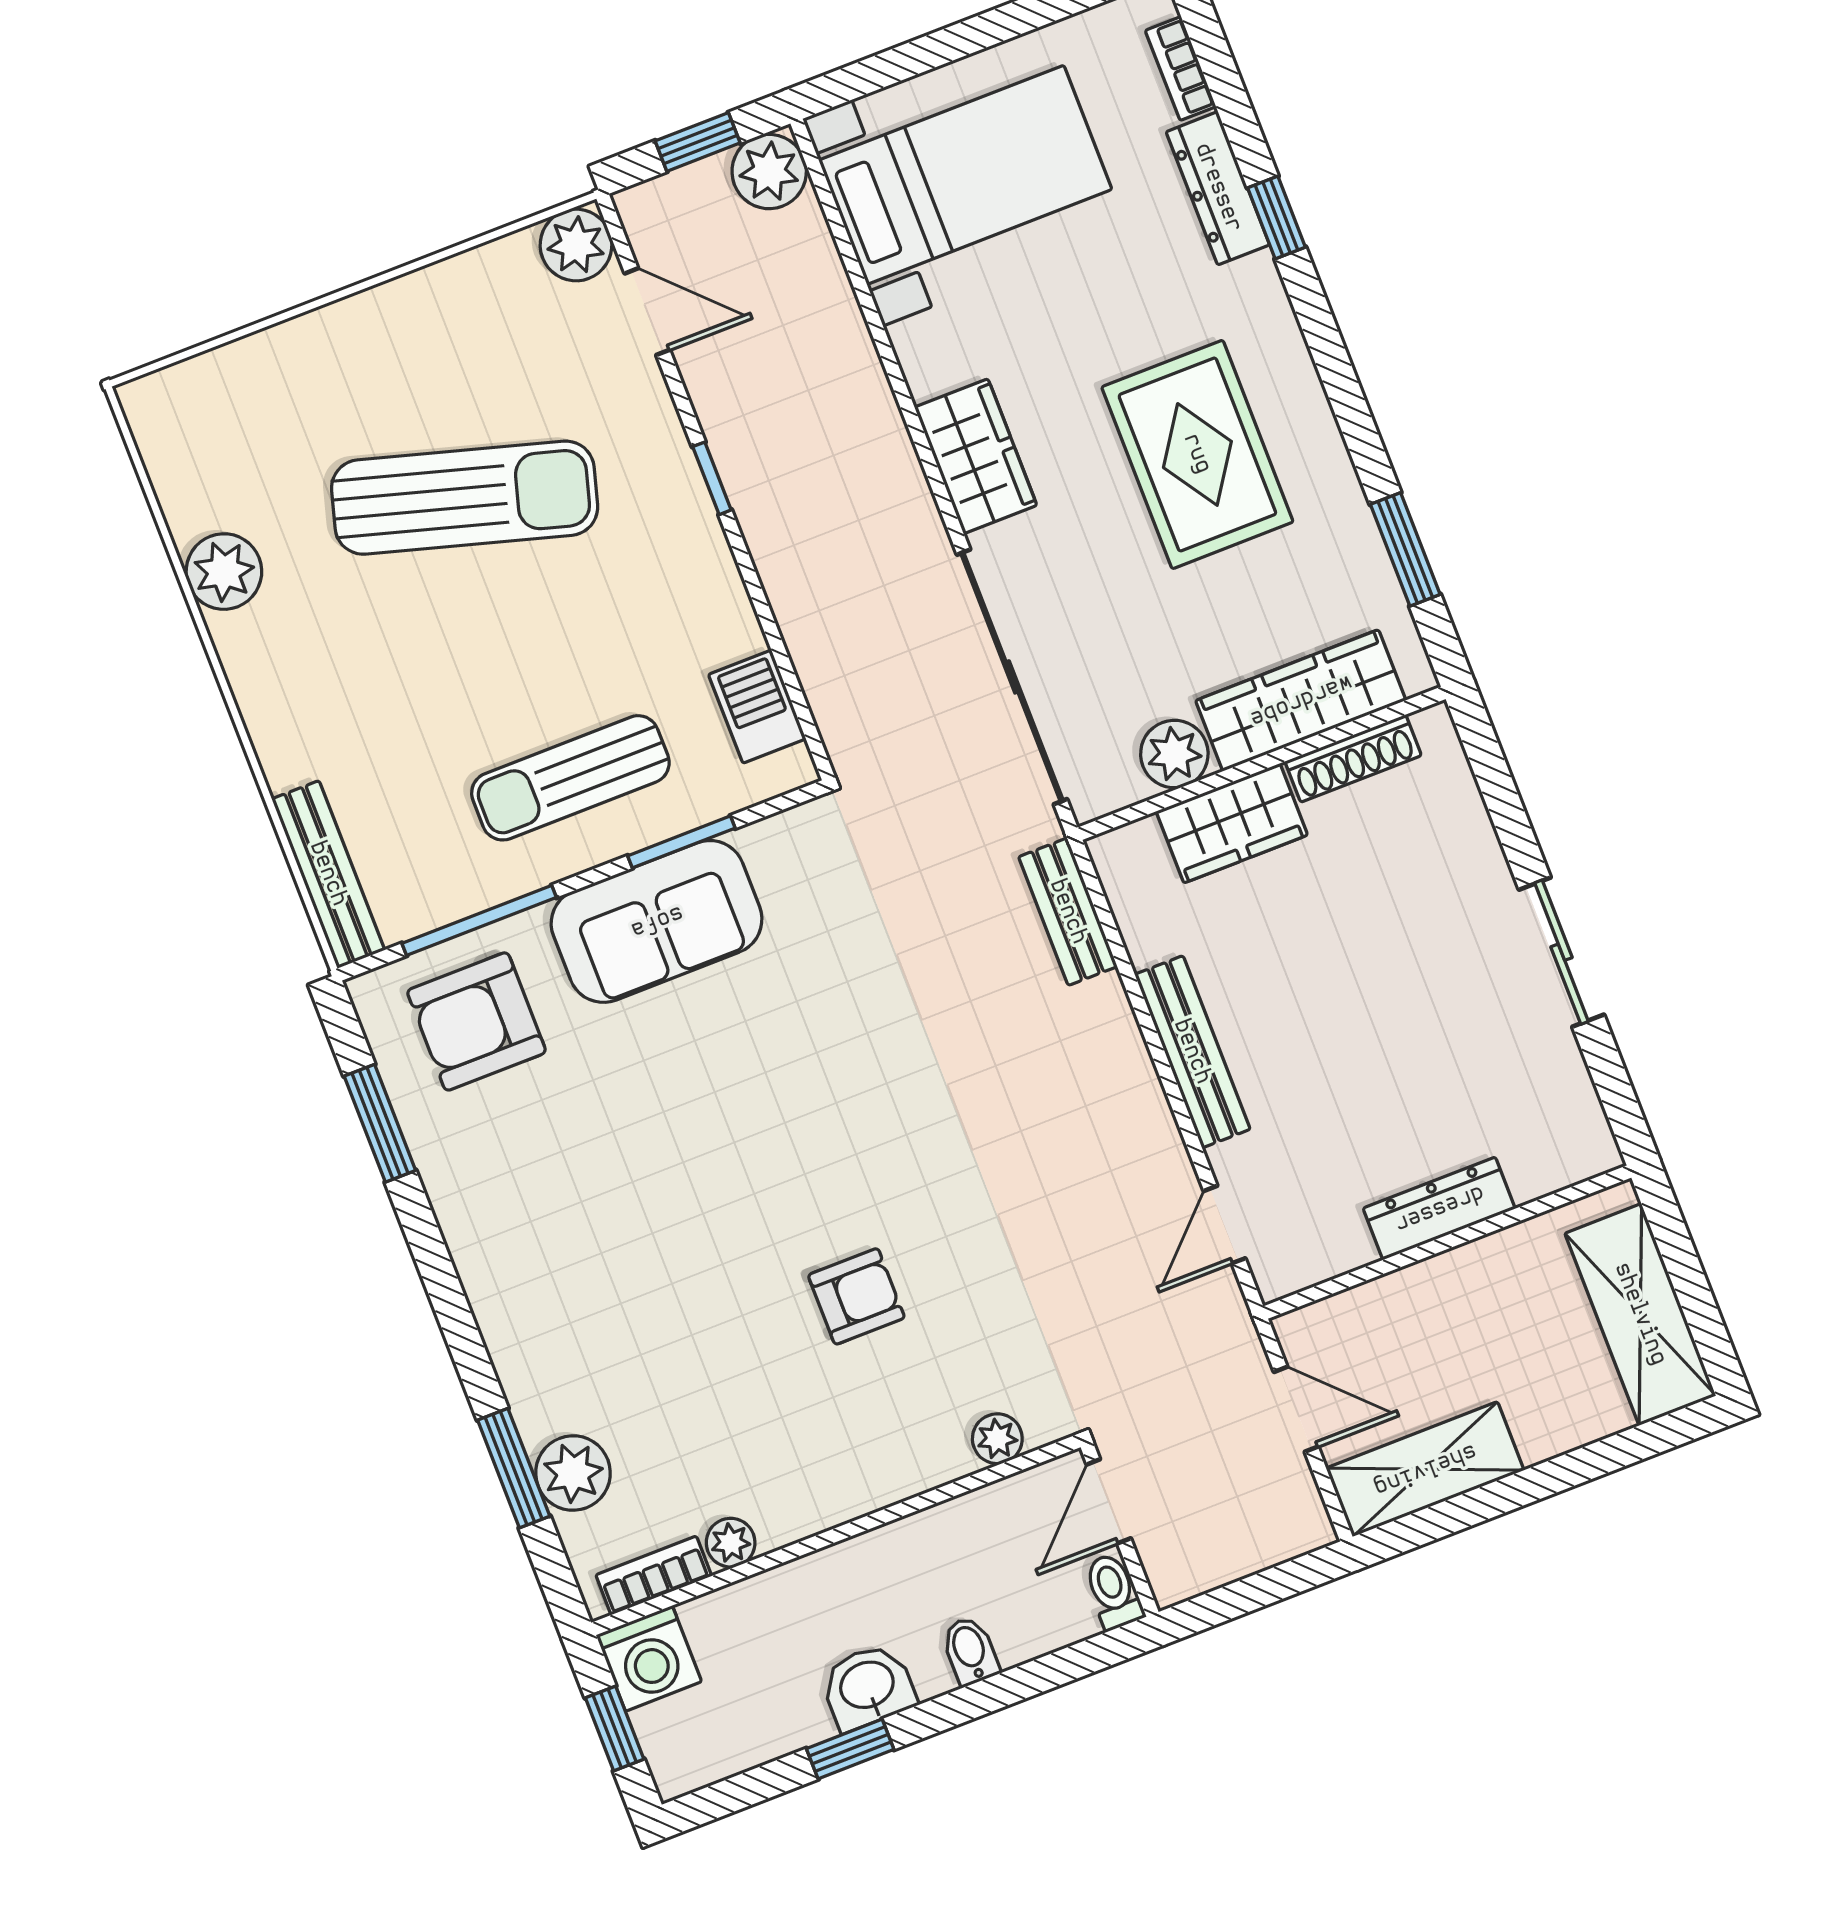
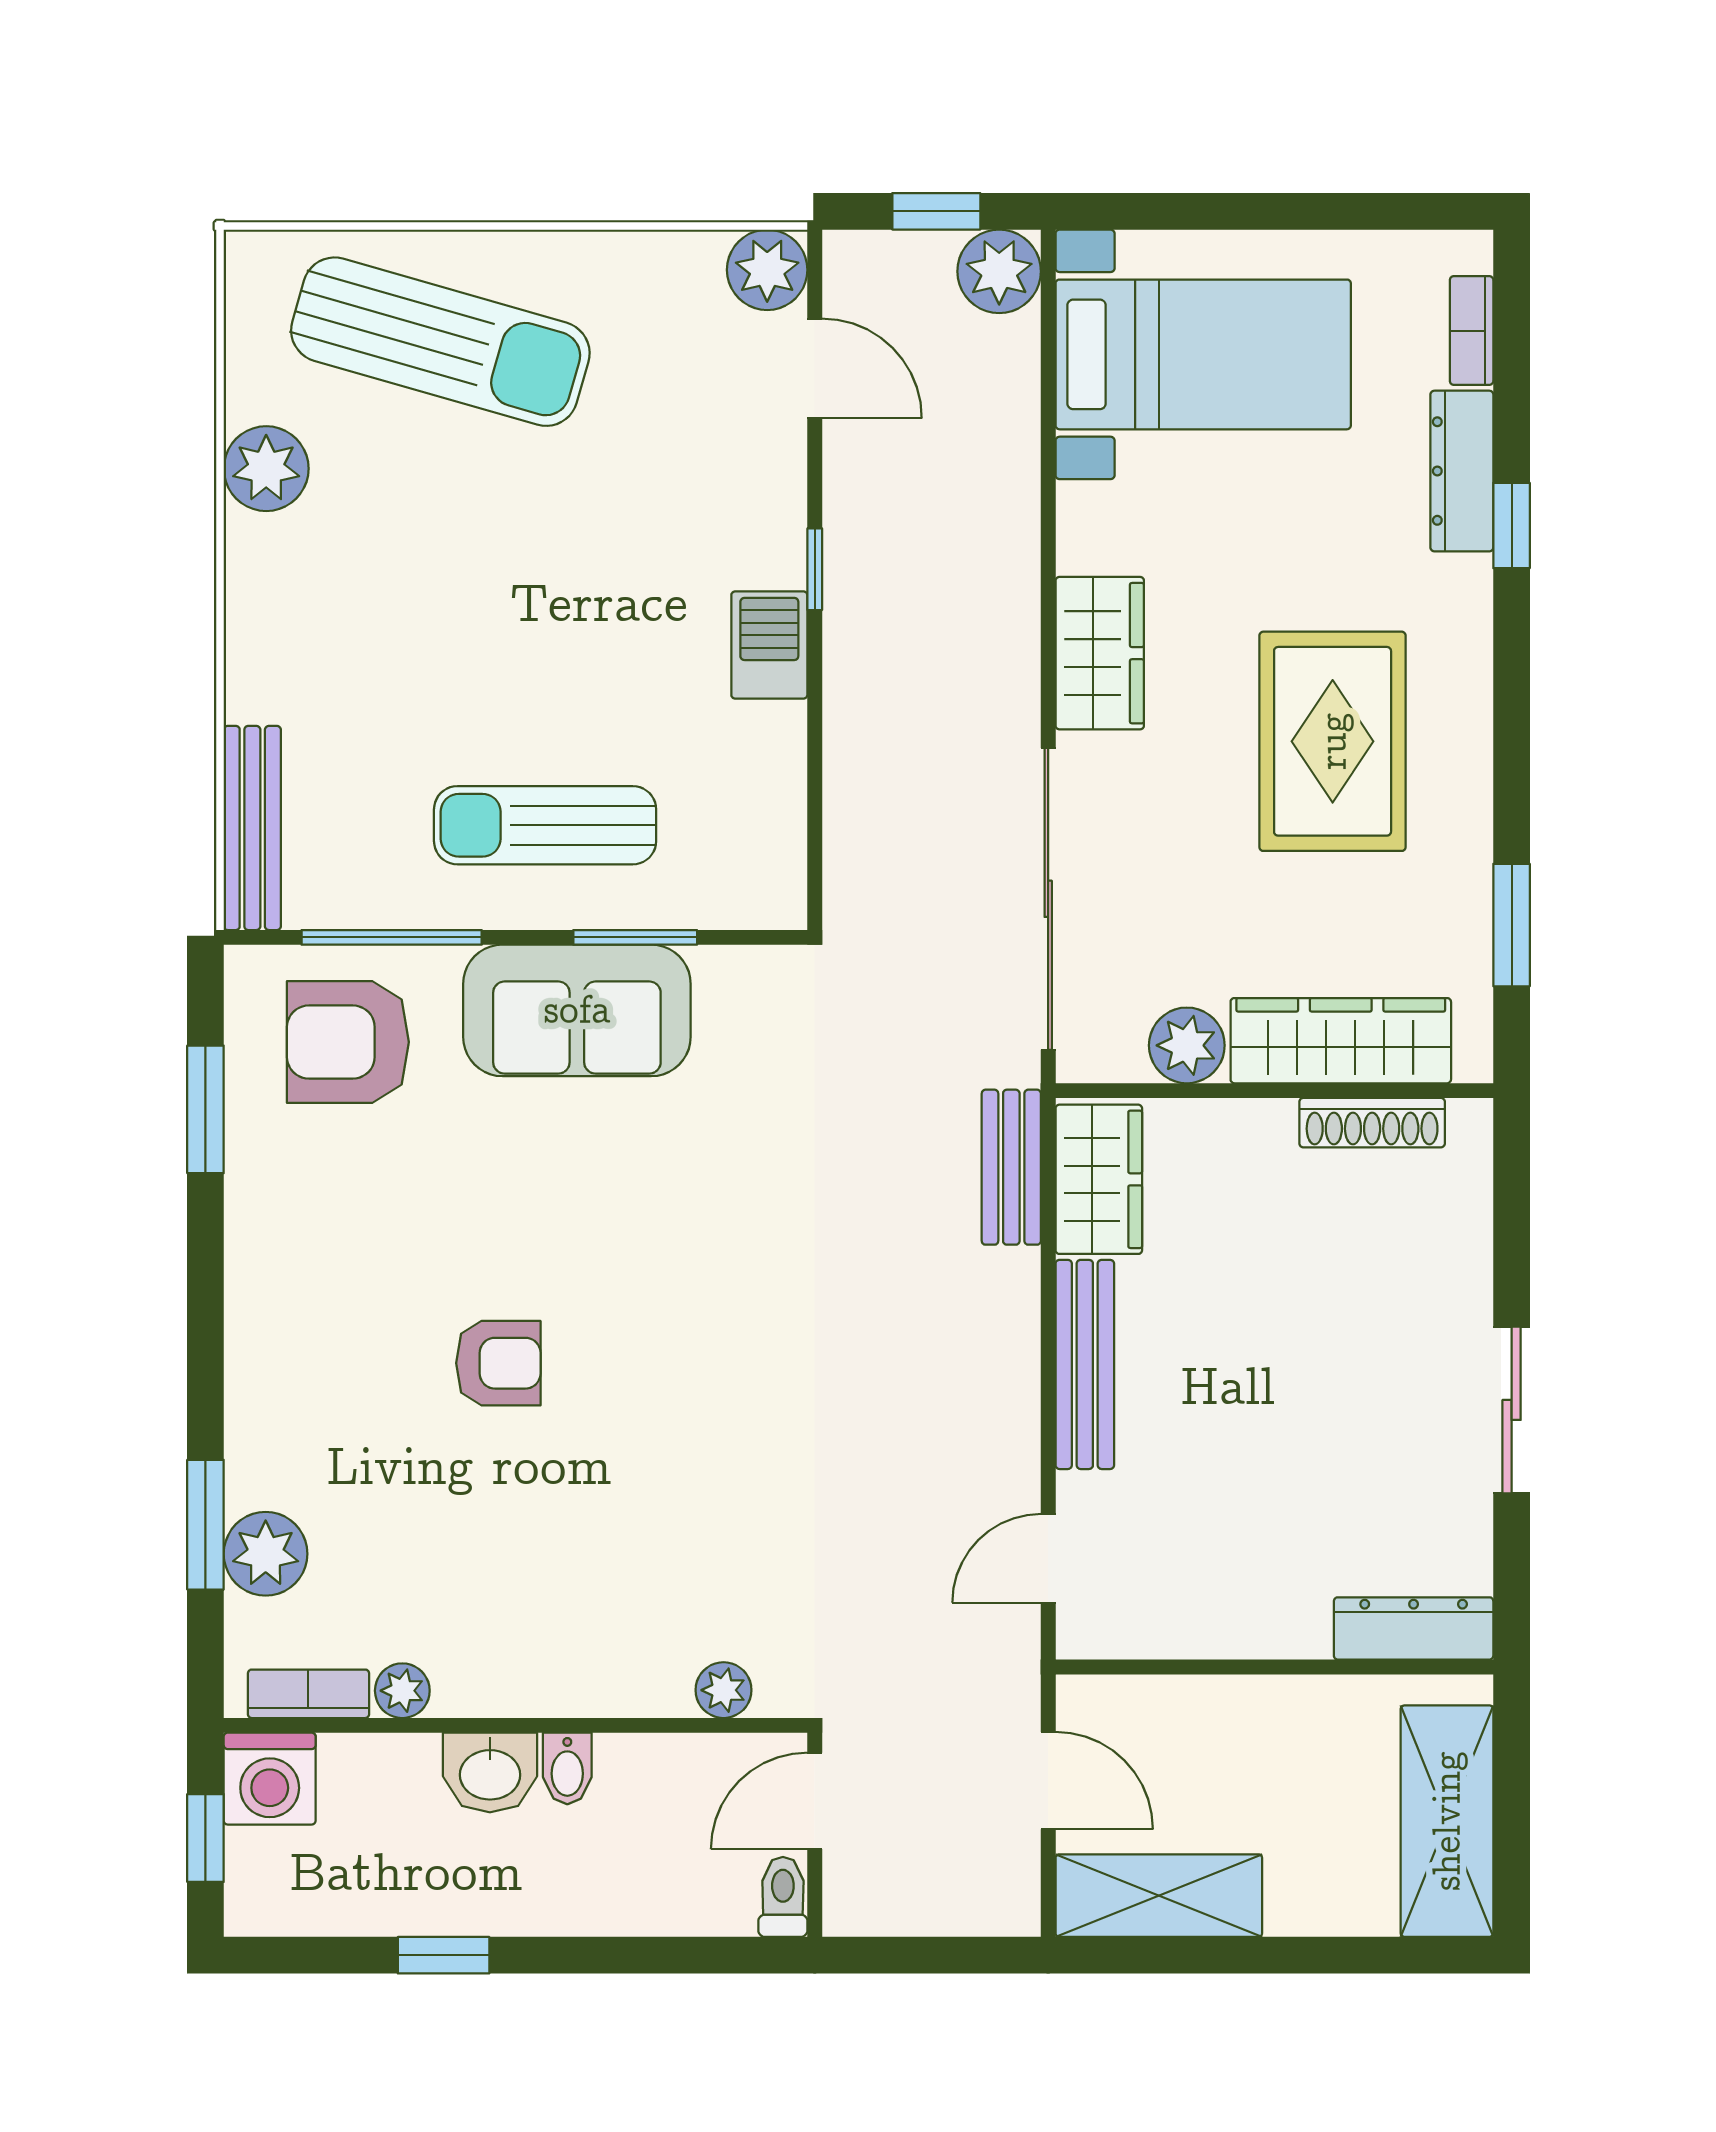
sun lounger: (465, 498) -> (440, 342), moved
barbecue: (757, 707) -> (769, 645), moved
wardrobe: (1232, 823) -> (1099, 1179), moved, turned -90
dresser: (1439, 1208) -> (1414, 1628), moved
armchair: (856, 1296) -> (498, 1363), moved
bidet: (970, 1651) -> (567, 1768), moved, turned 180
washbasin: (868, 1687) -> (490, 1772), moved, turned 180

